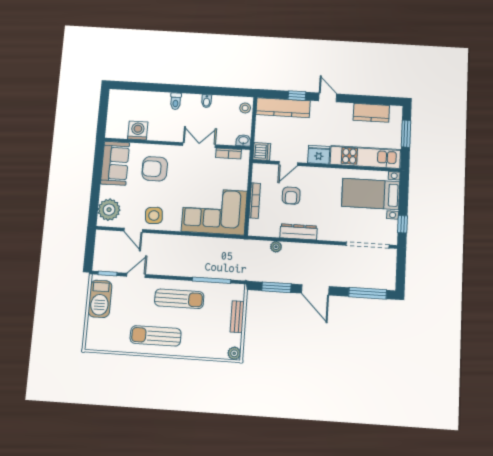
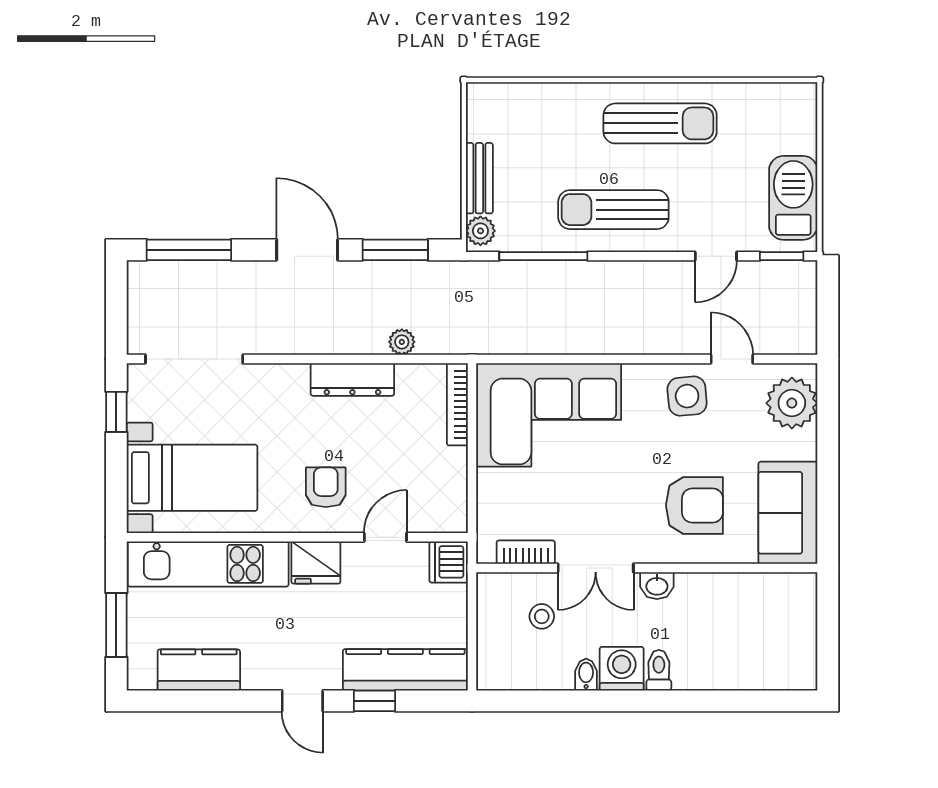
stool: (245, 108) -> (542, 616), moved
washing machine: (138, 131) -> (622, 669), moved, turned 180
washbasin: (243, 140) -> (657, 586), moved
armchair: (291, 196) -> (326, 487), moved
bookcase: (255, 201) -> (457, 404), moved
plant: (234, 353) -> (480, 231), moved

